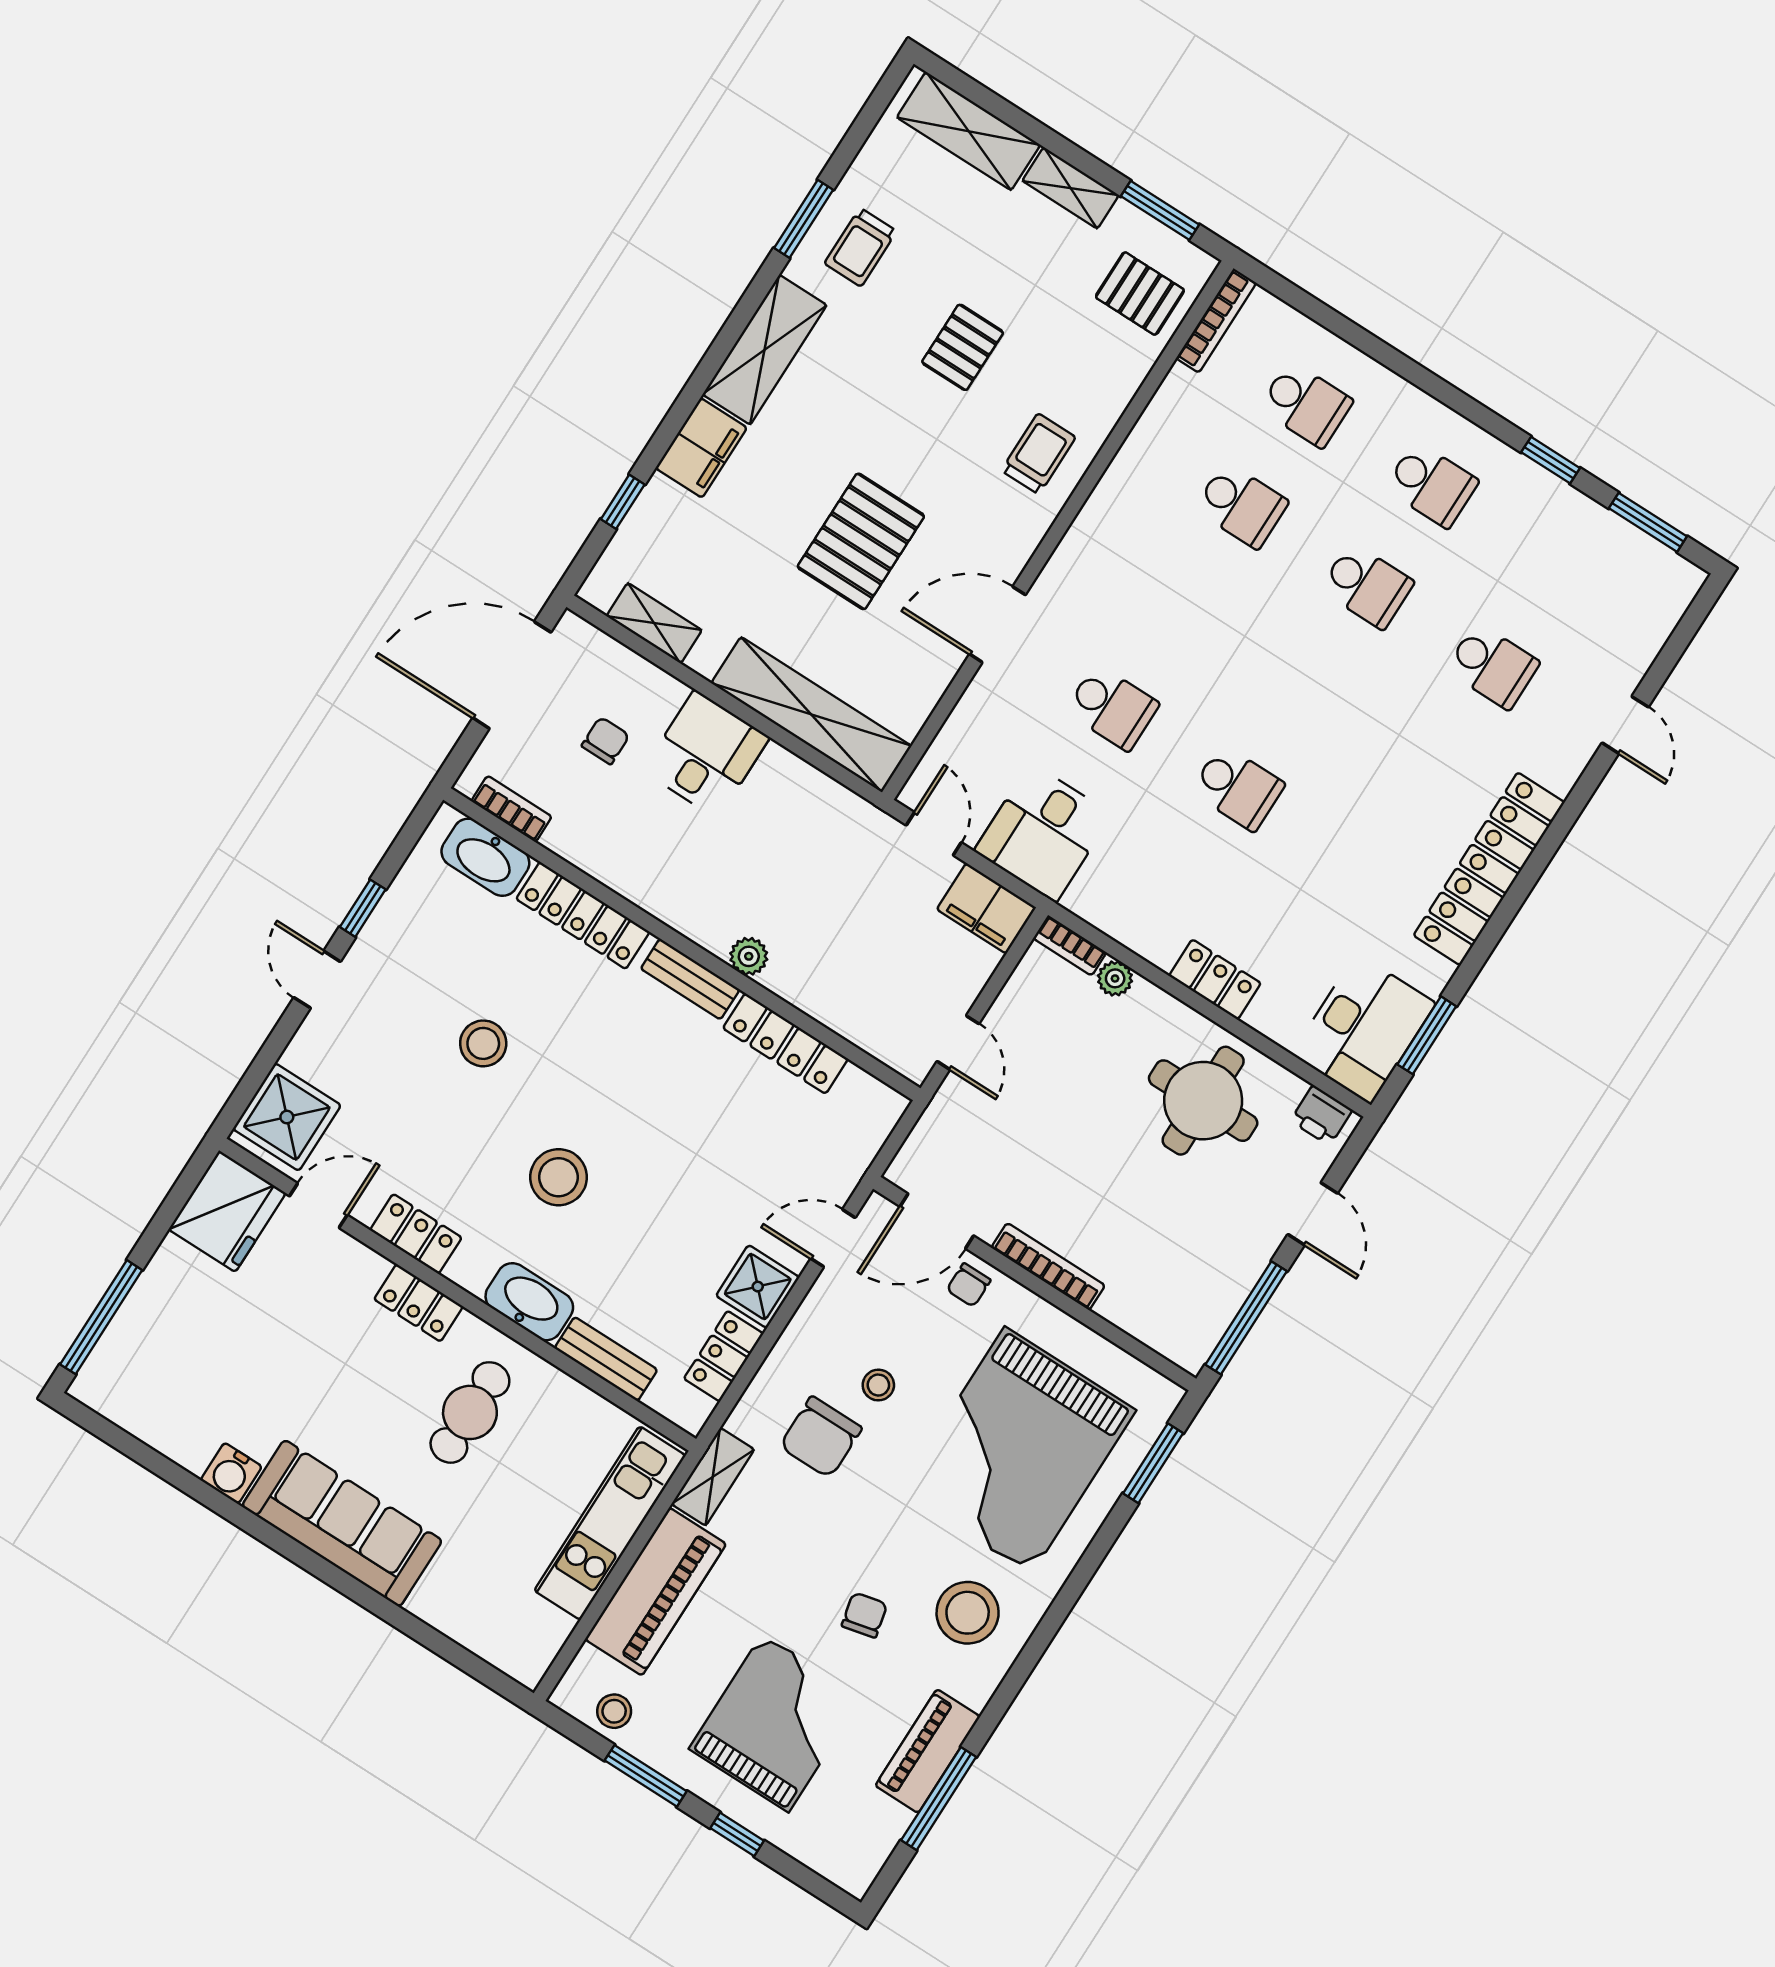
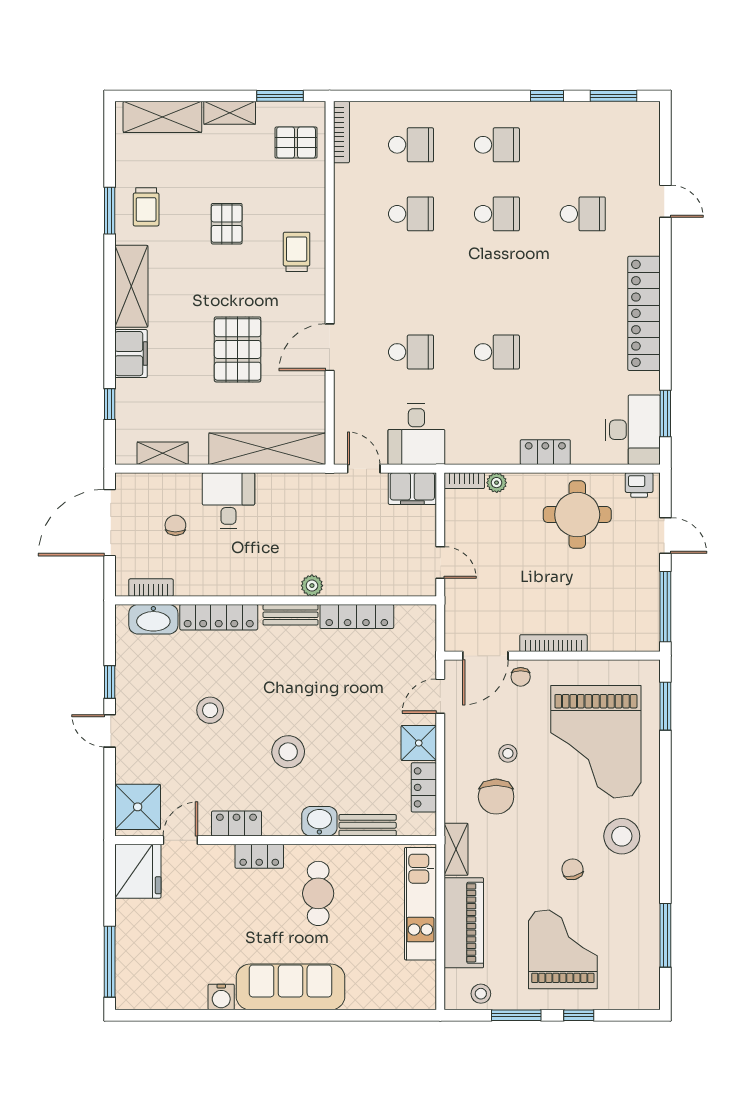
washbasin: (529, 1302) -> (319, 821), width x0.72
piano: (928, 1751) -> (645, 916), removed

